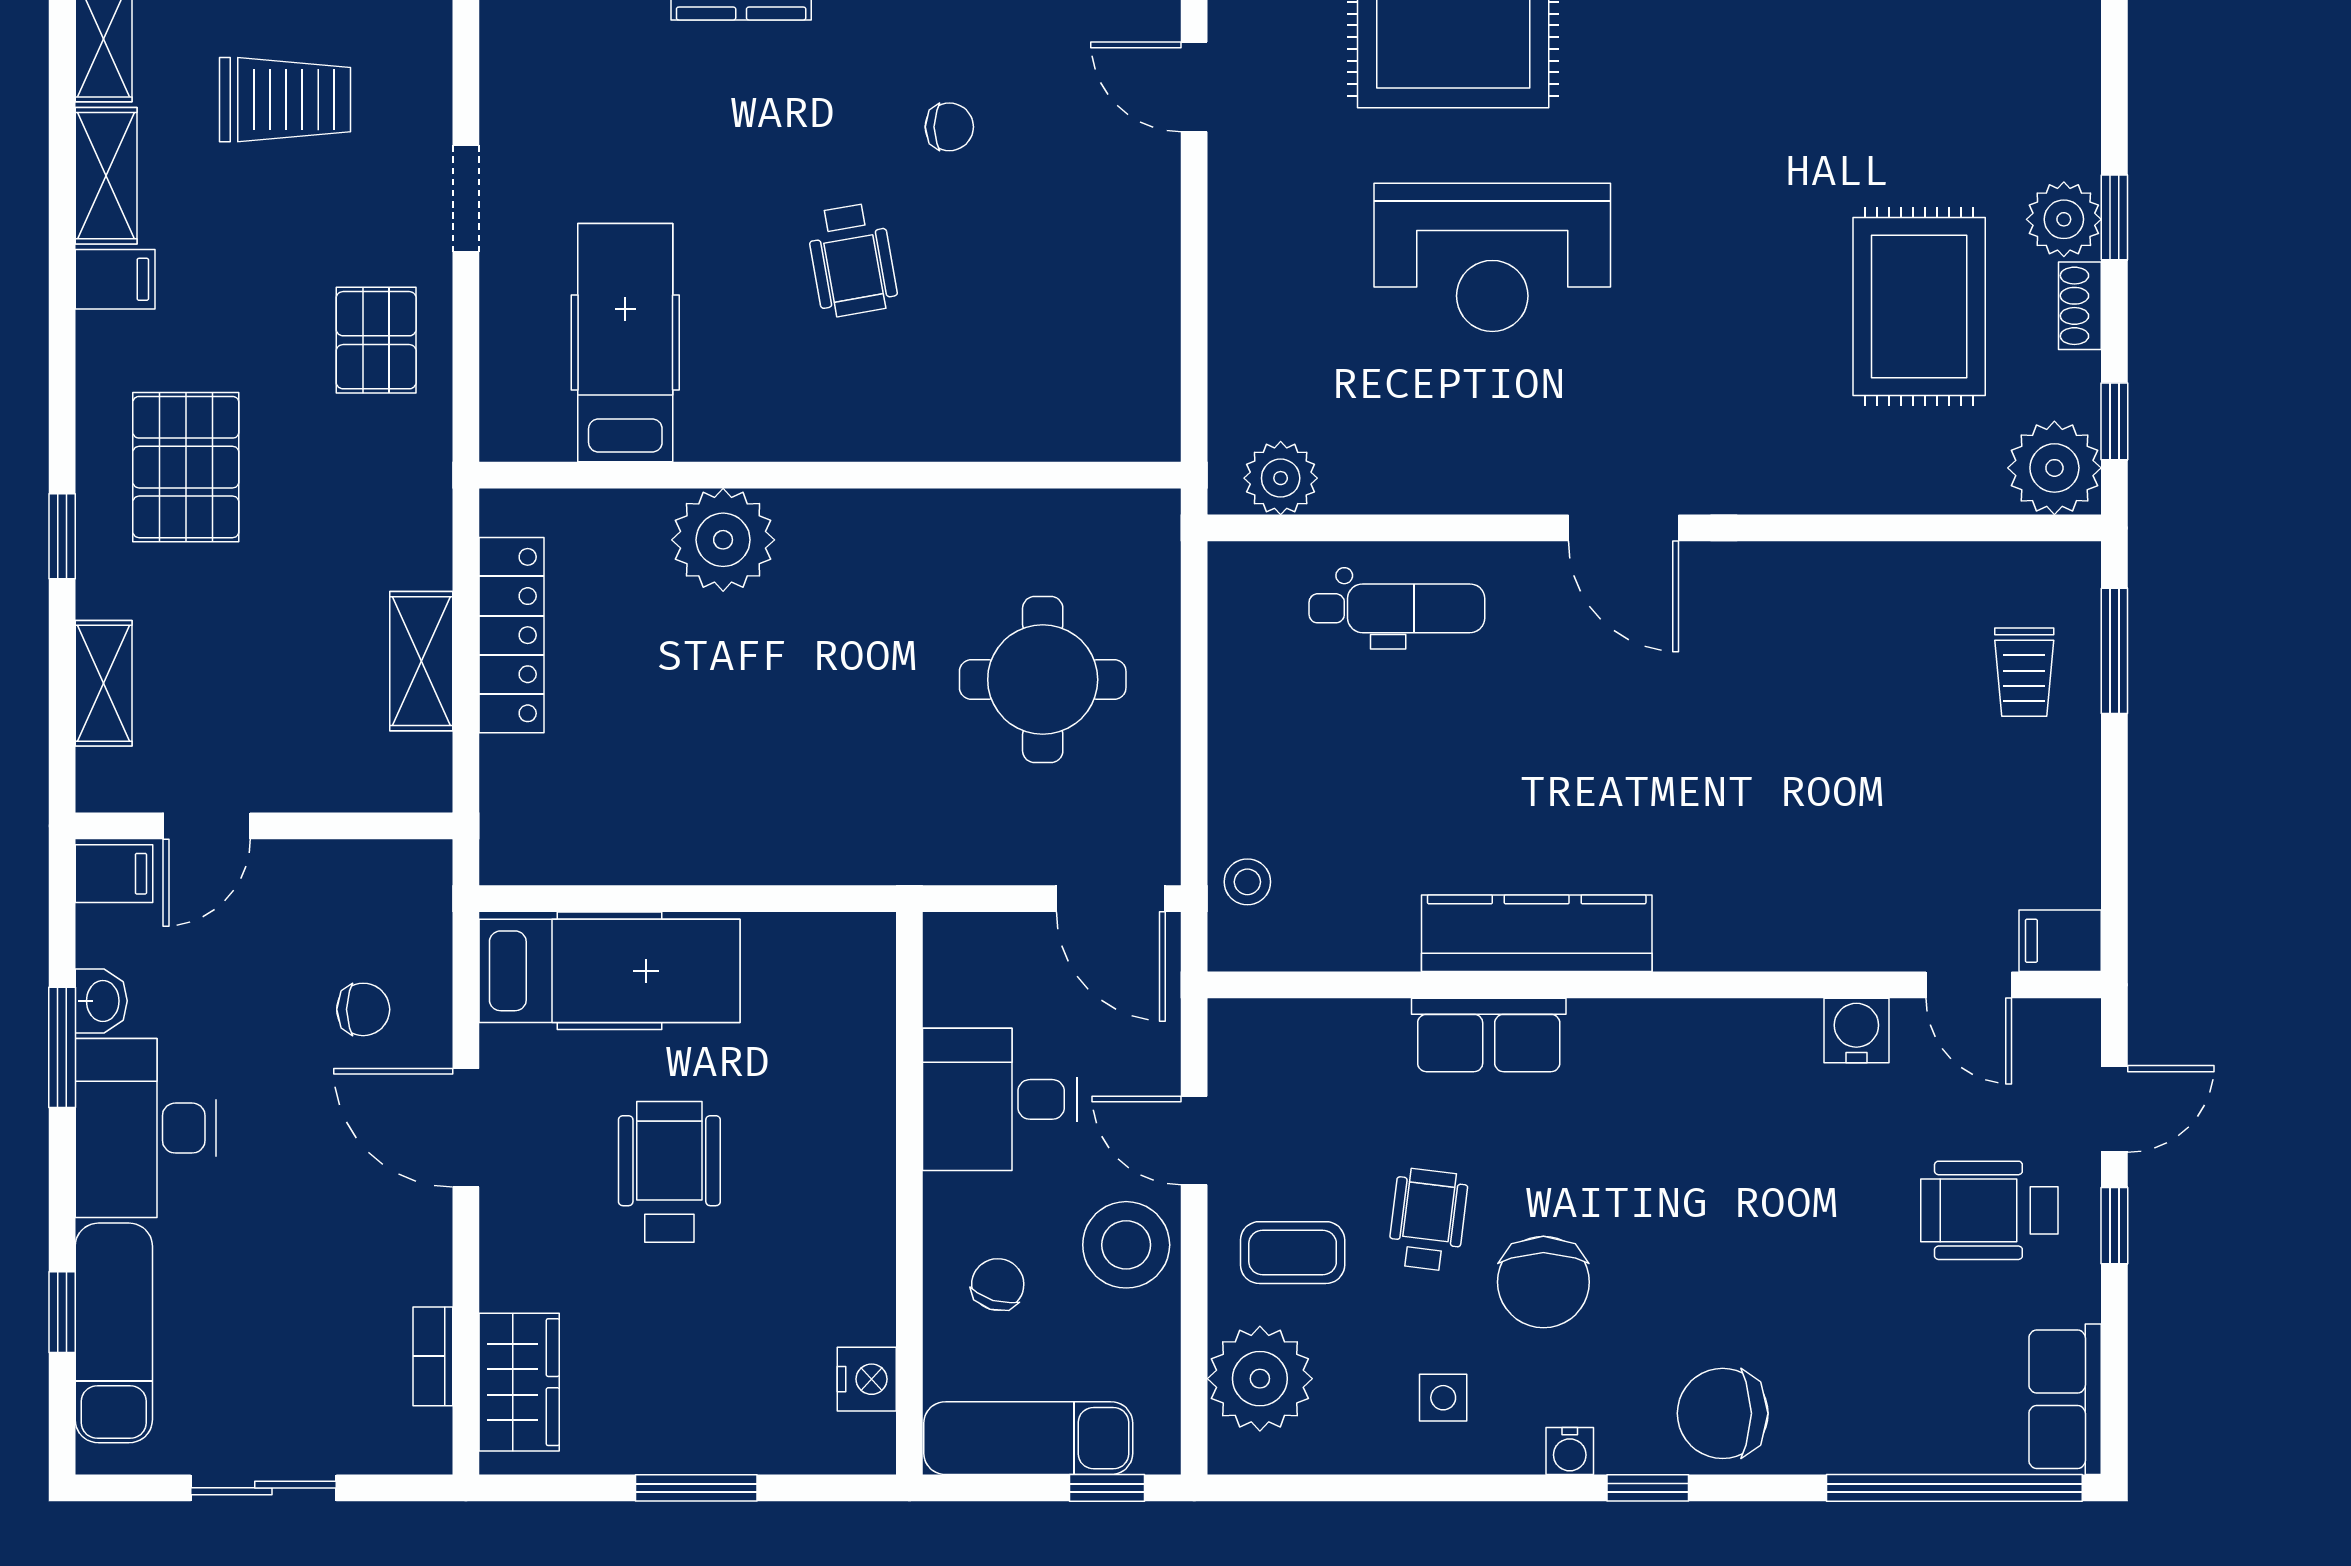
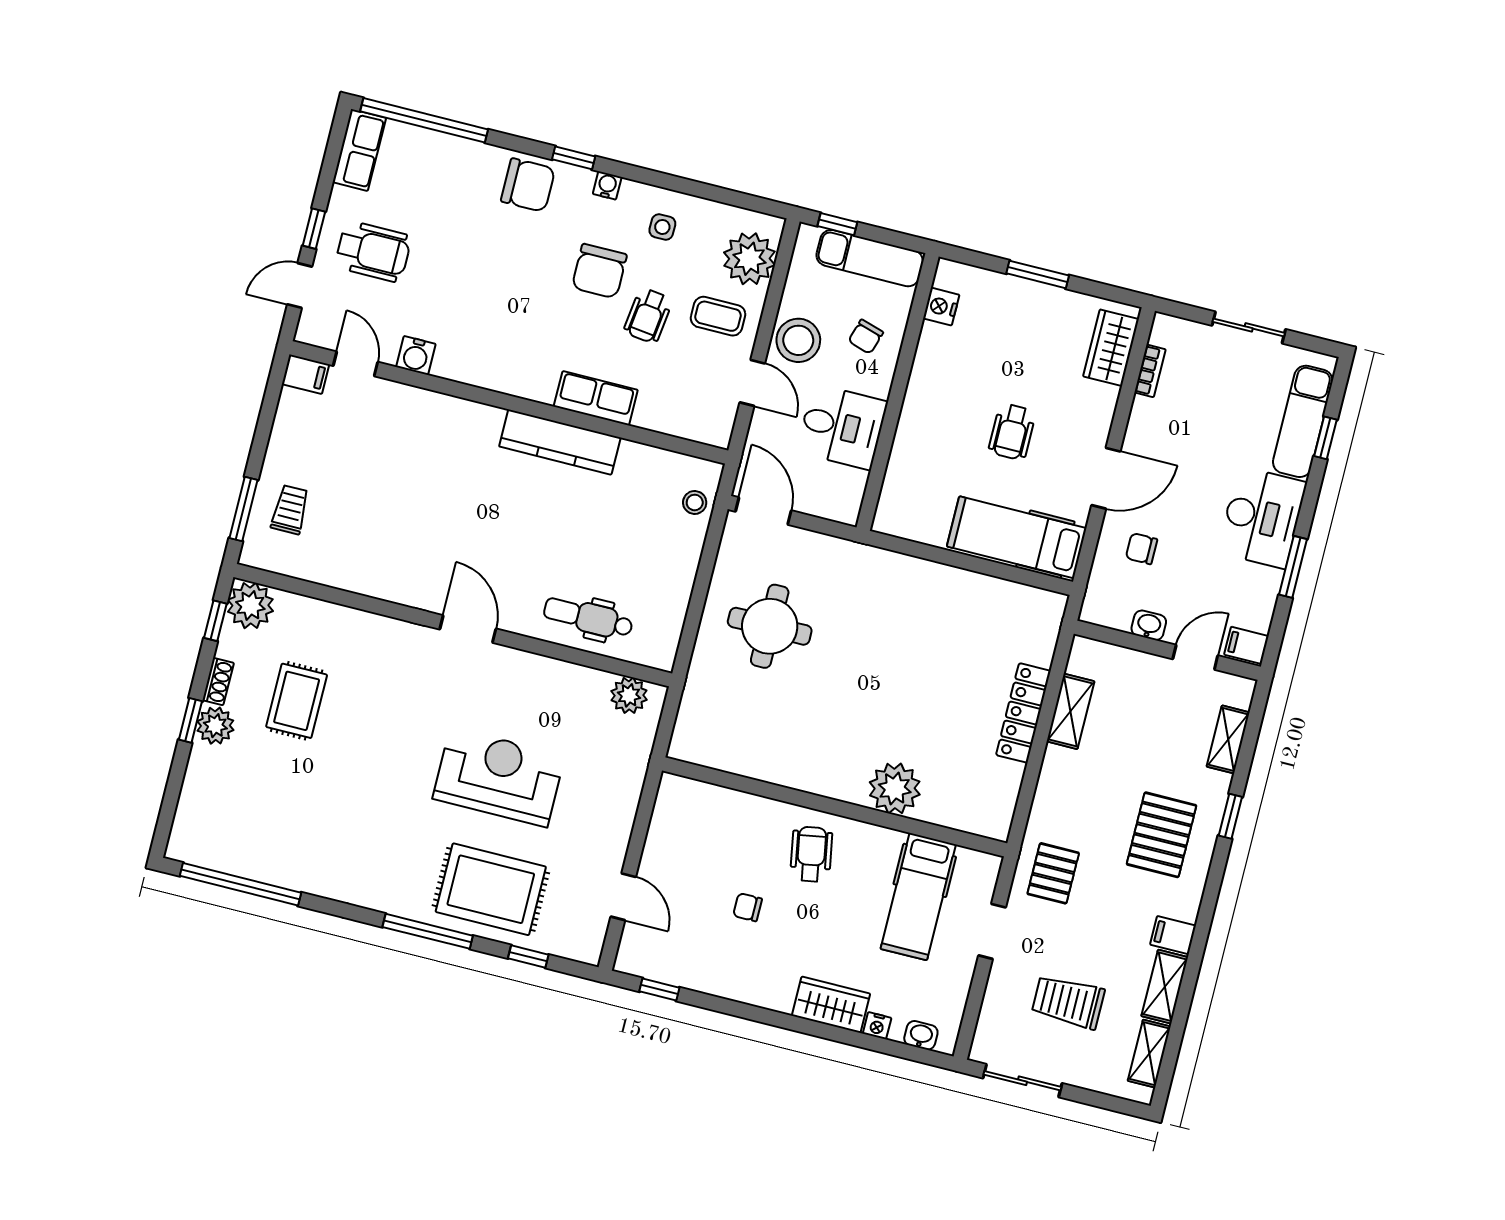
rug: (1919, 306) -> (297, 701), width x0.73, depth x0.70
hospital bed: (625, 343) -> (918, 897), moved
wall: (830, 475) -> (835, 807), moved
plant: (723, 540) -> (895, 788), moved
washbasin: (101, 1001) -> (1149, 625), moved, turned 90
door: (466, 1128) -> (1106, 478), hinge flipped
wheelchair: (669, 1172) -> (1012, 432), width x0.73, depth x0.73
chair: (1543, 1282) -> (599, 271), turned 180

